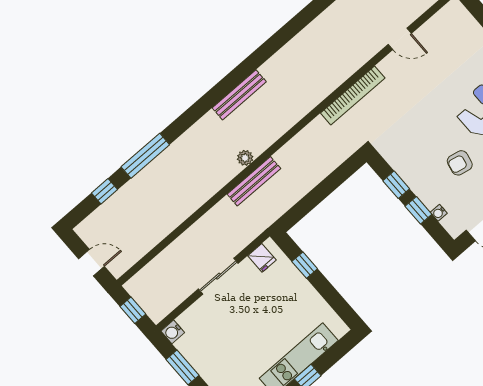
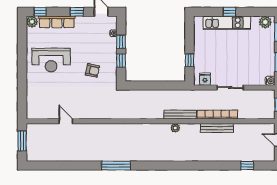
bench: (239, 95) -> (217, 128), moved
bookcase: (353, 96) -> (217, 115), moved
window: (145, 156) -> (116, 166), moved
armchair: (460, 163) -> (92, 70), moved

